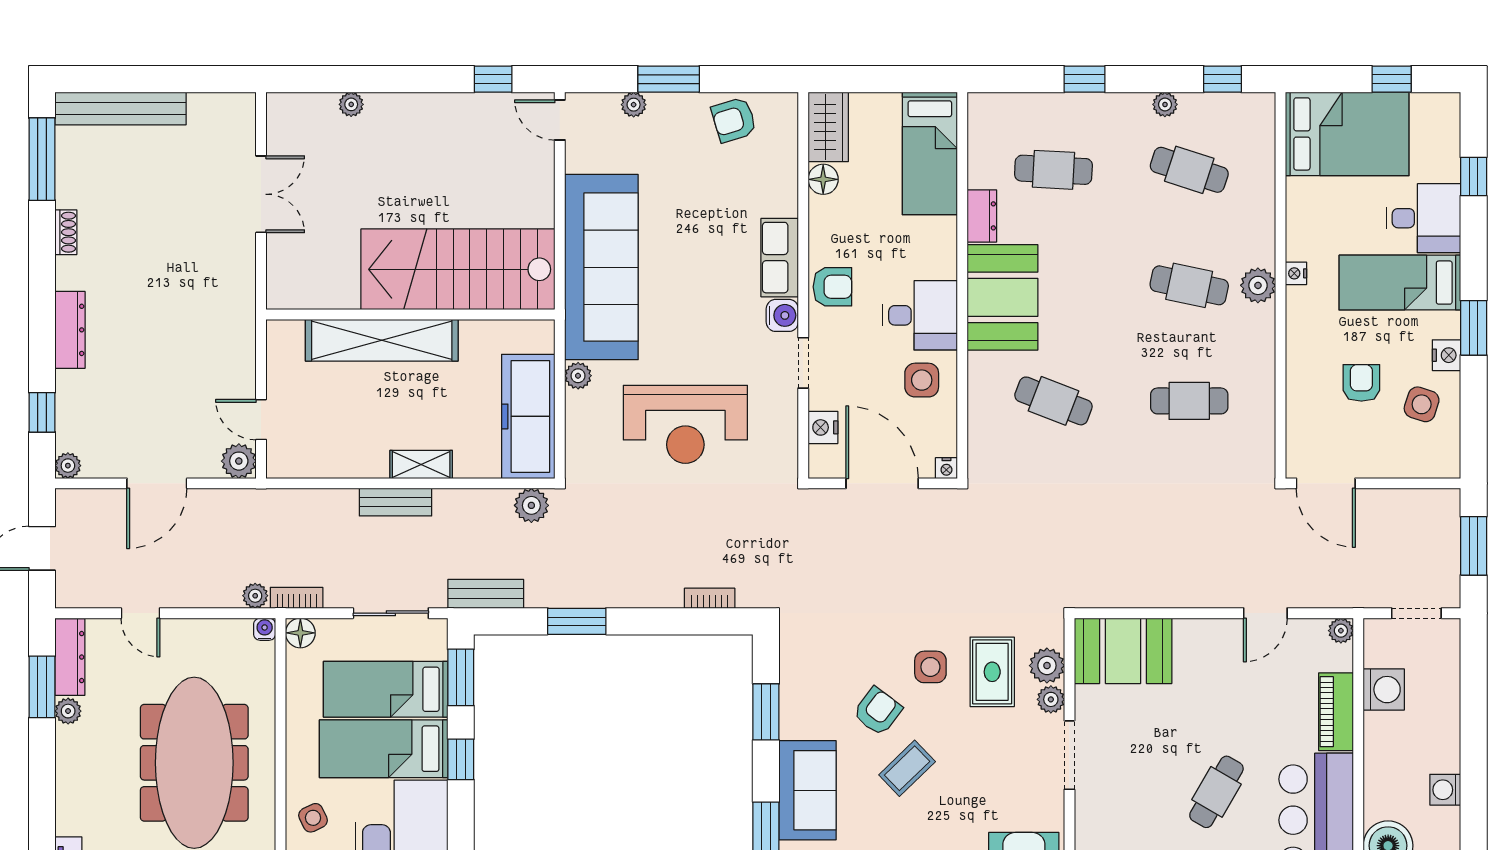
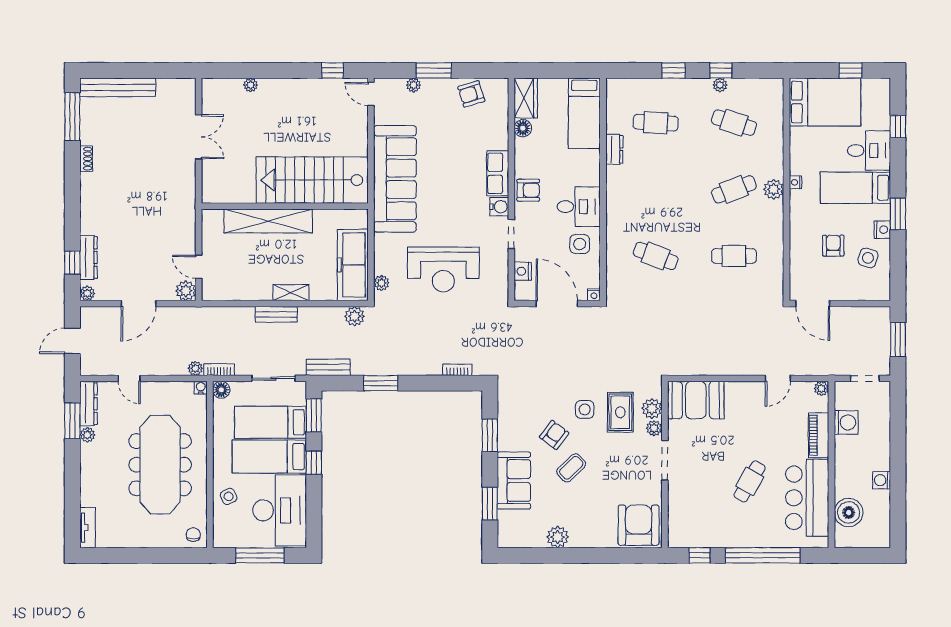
window: (1222, 79) -> (721, 70), moved
cafe table: (1189, 285) -> (734, 189), turned -33
booth: (1003, 297) -> (626, 196), removed
dresser: (70, 330) -> (88, 258), moved
plant: (578, 376) -> (381, 283), moved

